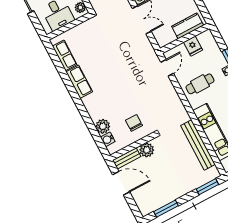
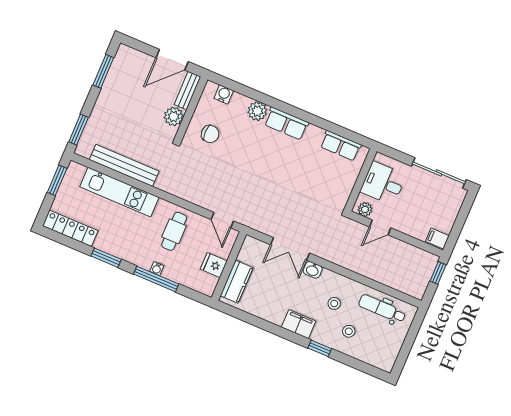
row of seats: (79, 82) -> (286, 124), moved
plant: (103, 126) -> (257, 111), moved

